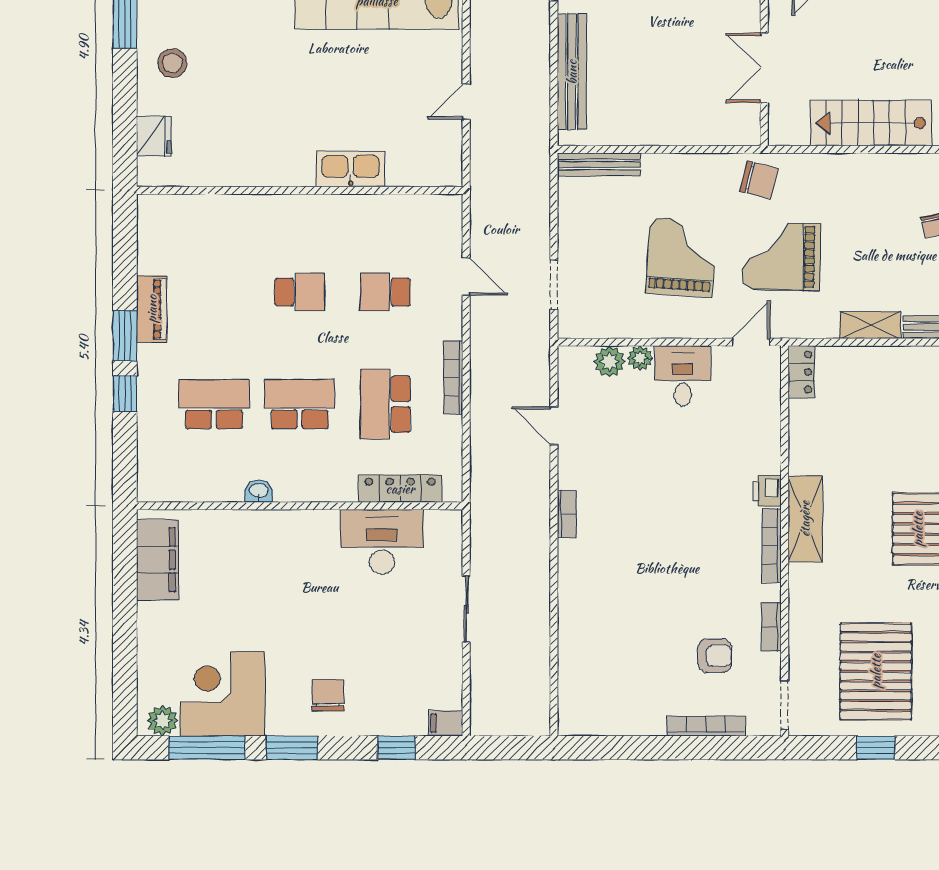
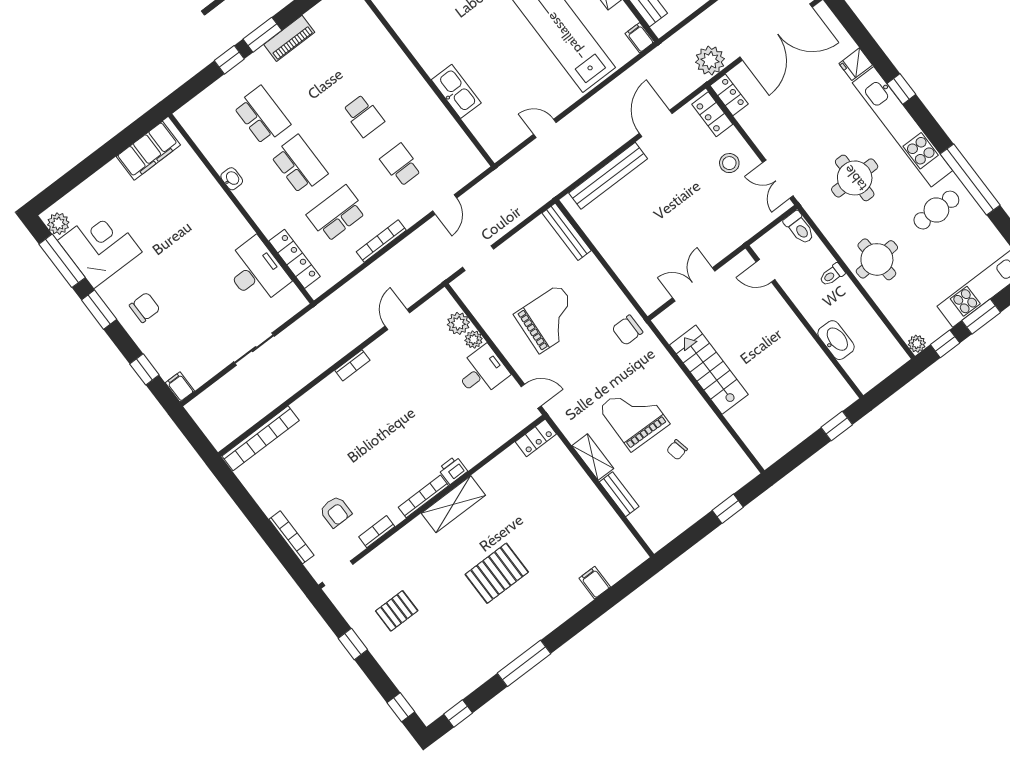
chair: (759, 180) -> (627, 330), turned 76
grand piano: (781, 257) -> (634, 416), moved
pallet: (876, 671) -> (397, 611), width x0.49, depth x0.50
bookcase: (570, 677) -> (261, 438), added

